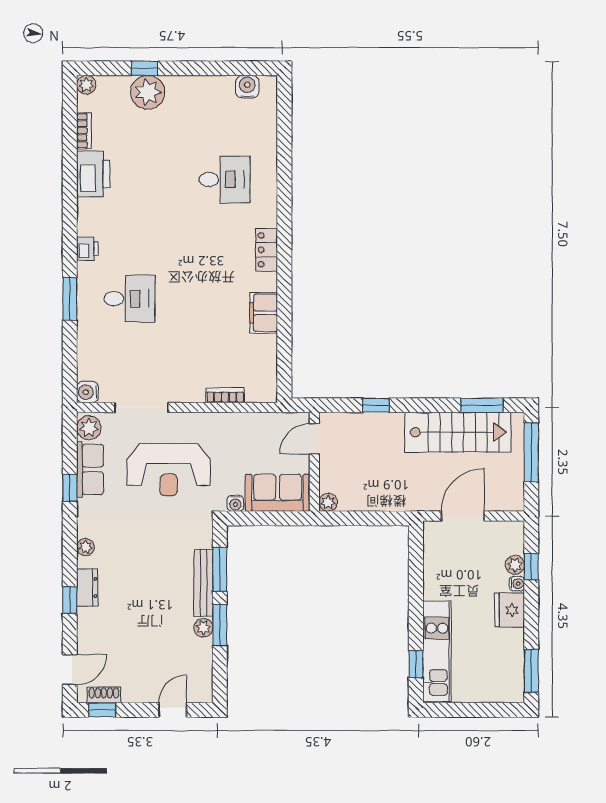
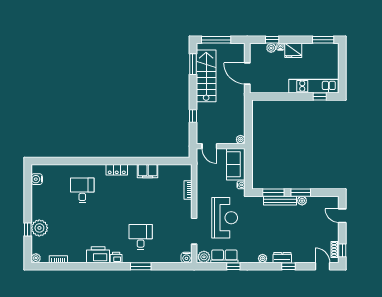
printer: (93, 174) -> (98, 255), moved

